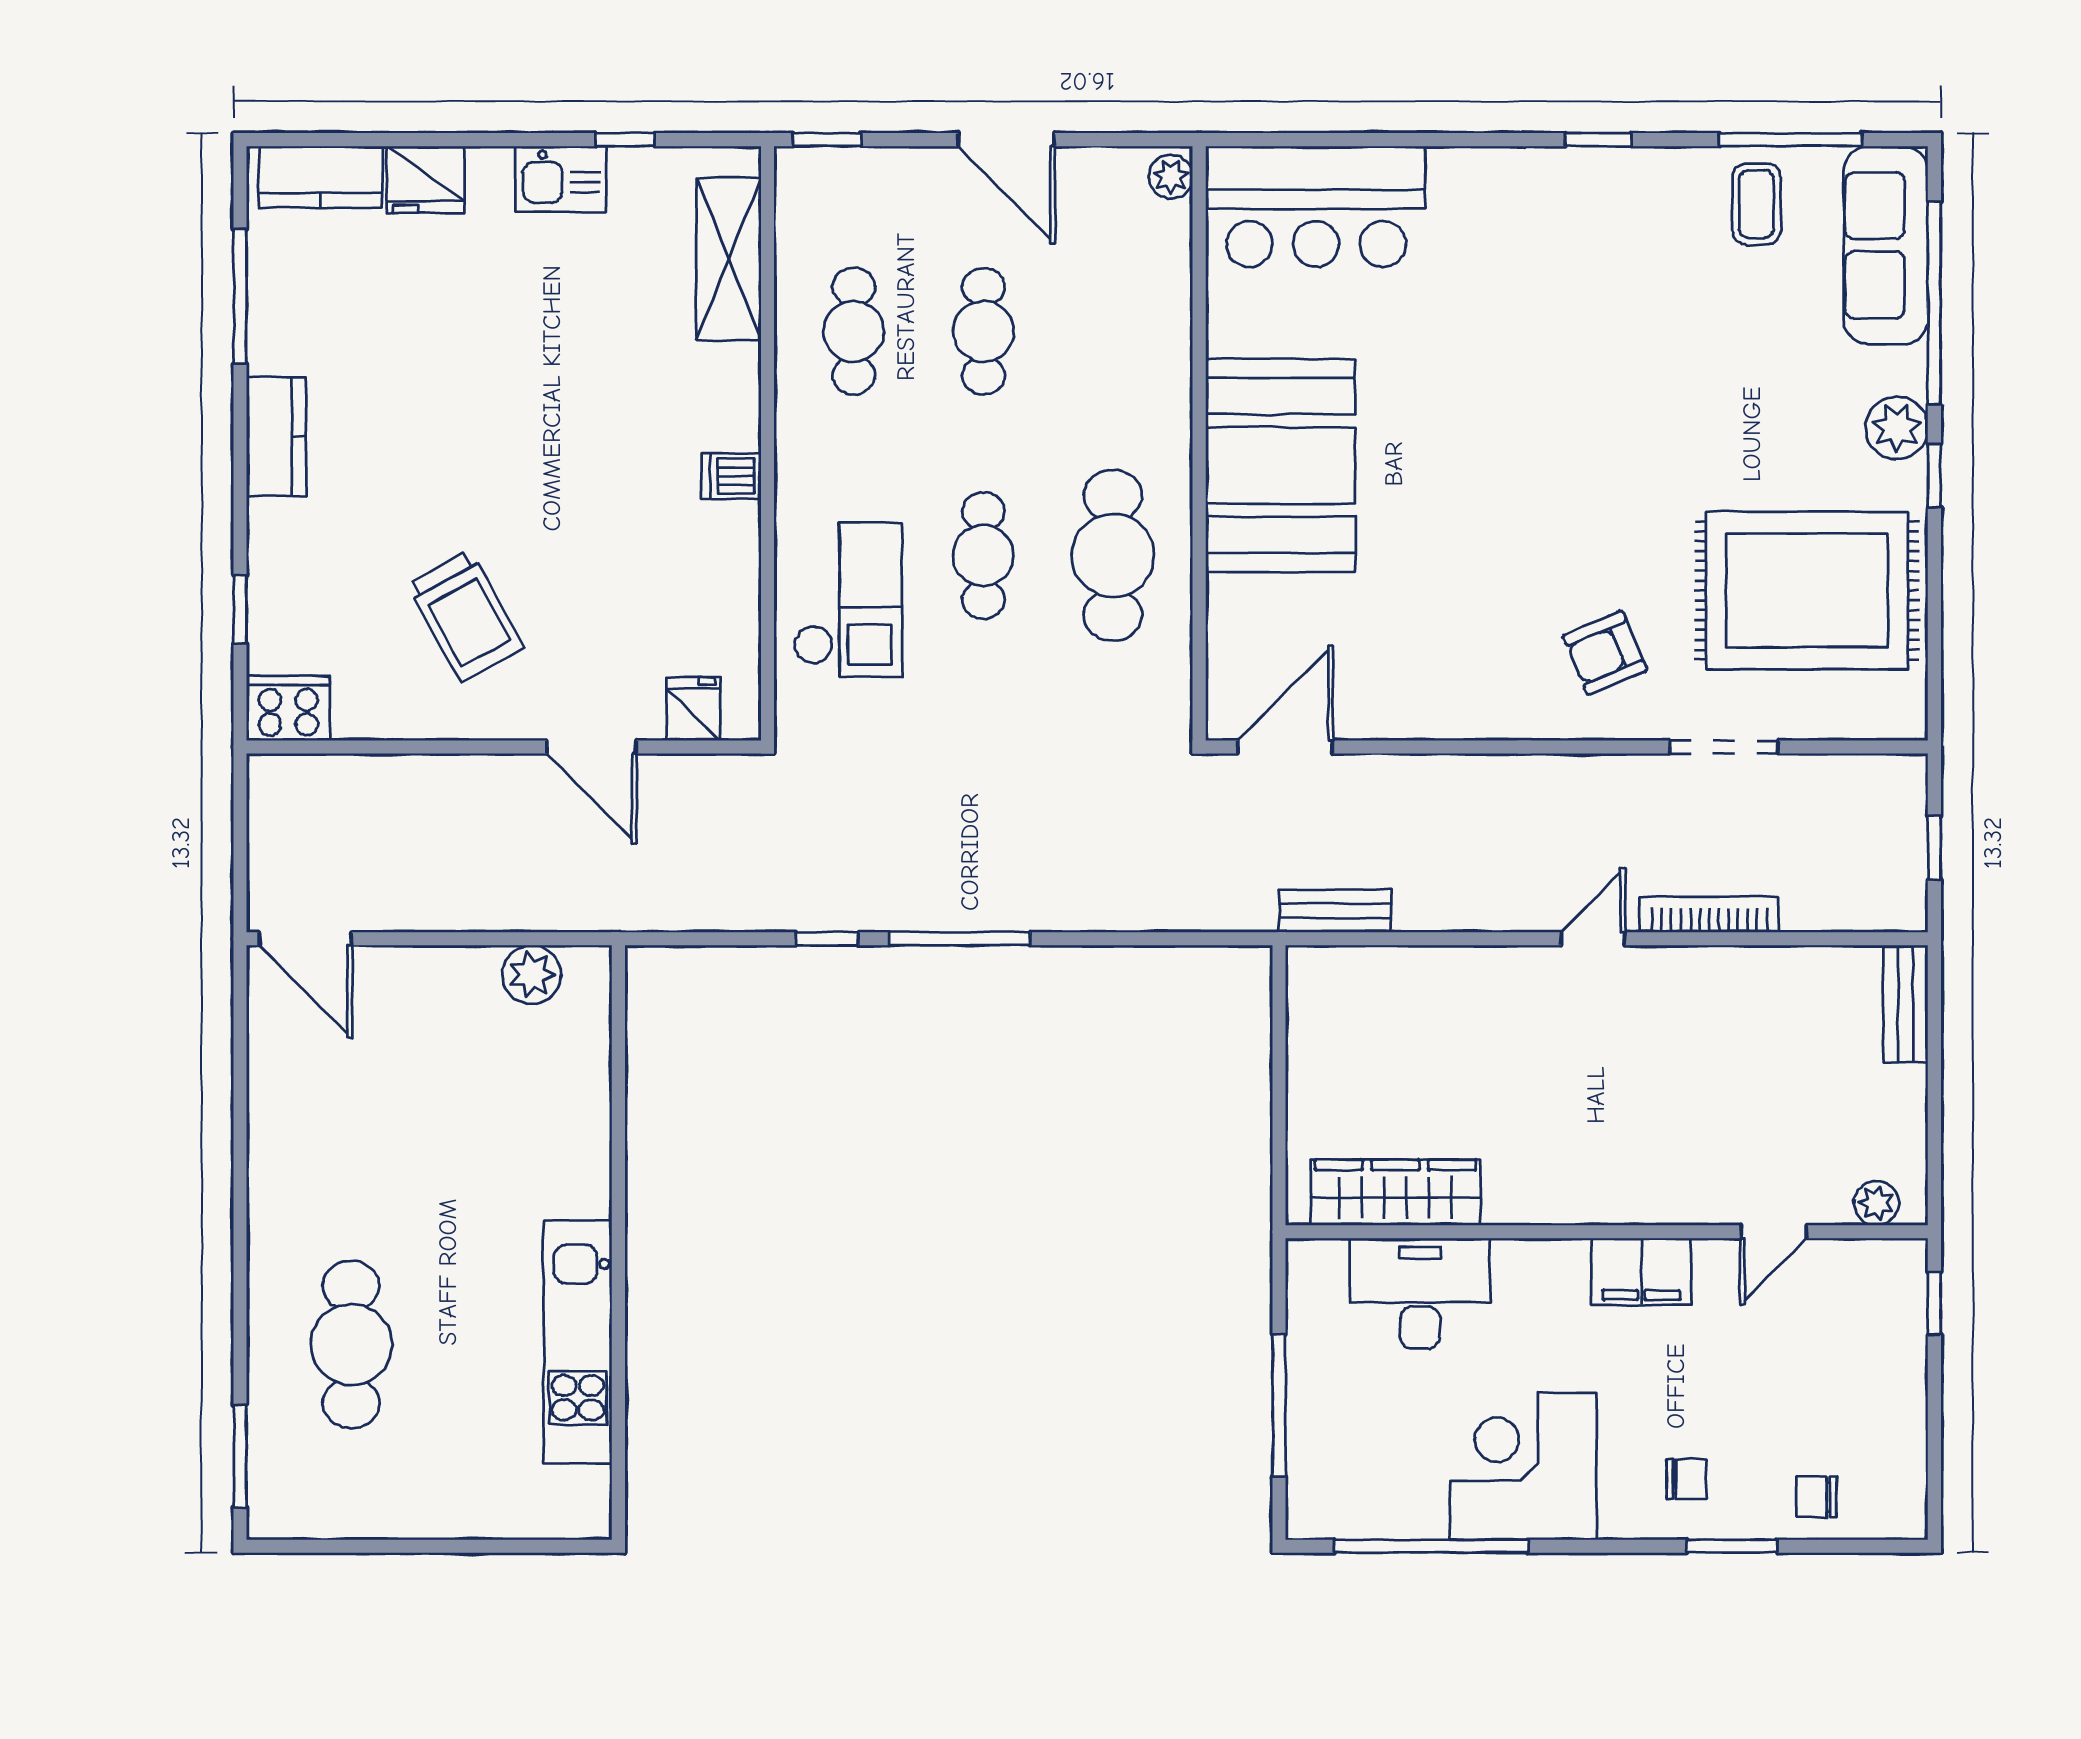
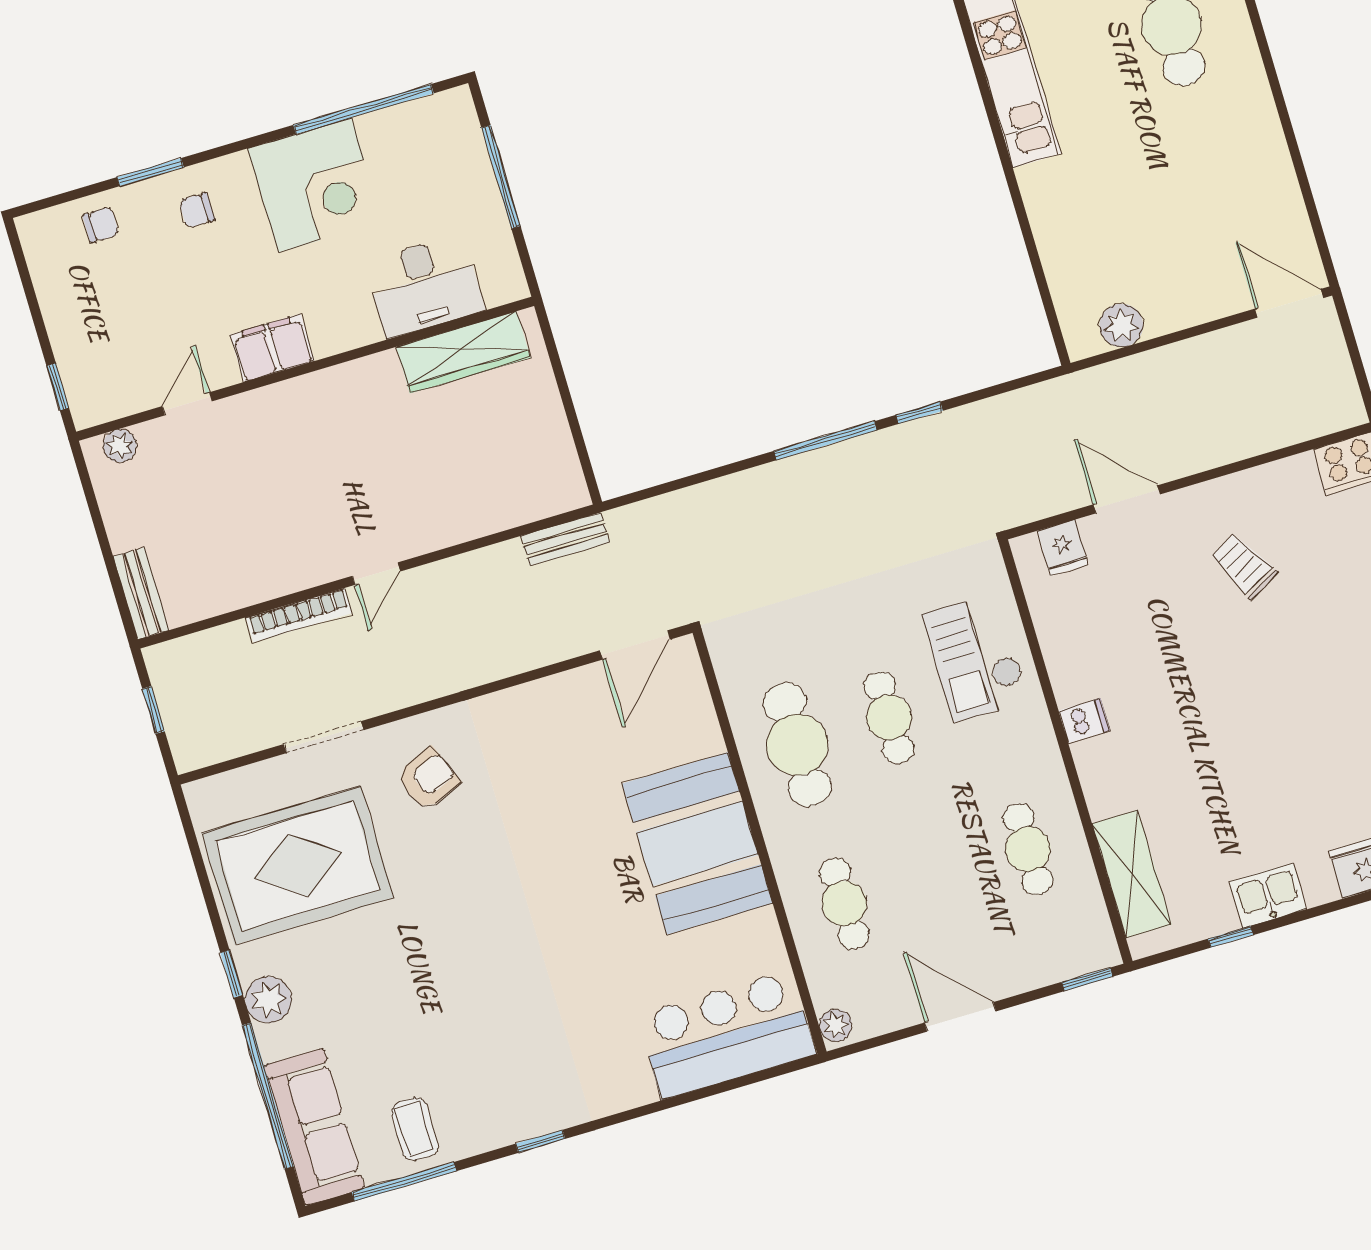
cafe table: (983, 331) -> (844, 904), moved
trolley: (465, 616) -> (1244, 566), width x0.73, depth x0.72

